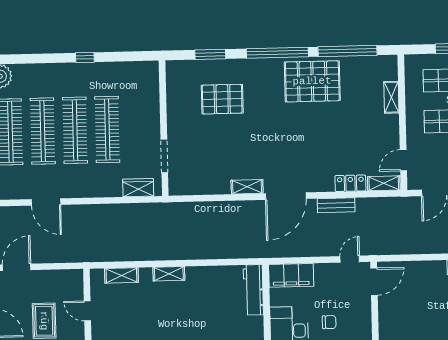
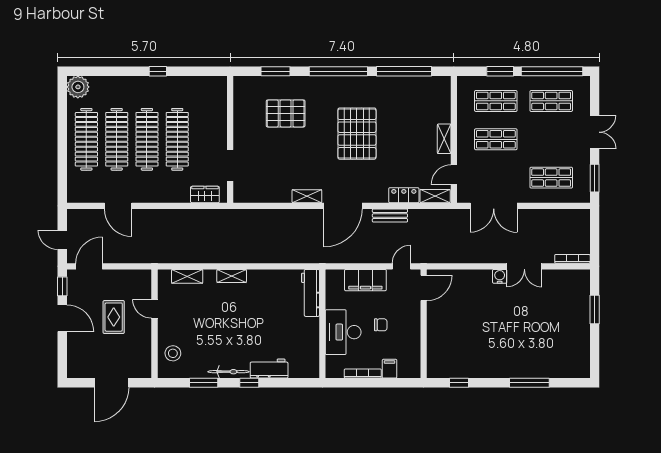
pallet: (312, 81) -> (357, 134), moved, turned 90
shelving: (391, 97) -> (444, 139), moved
filing cabinet: (291, 275) -> (365, 280), moved

